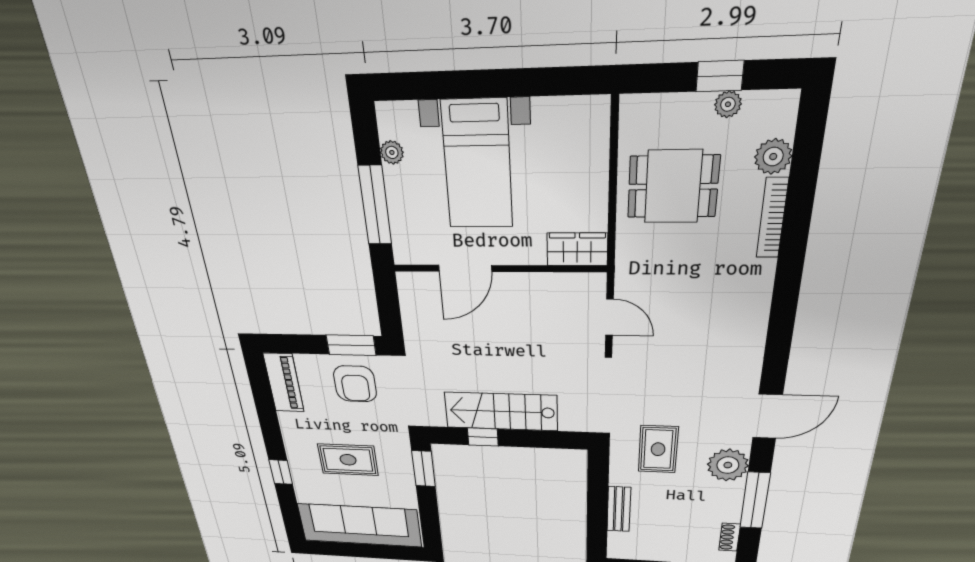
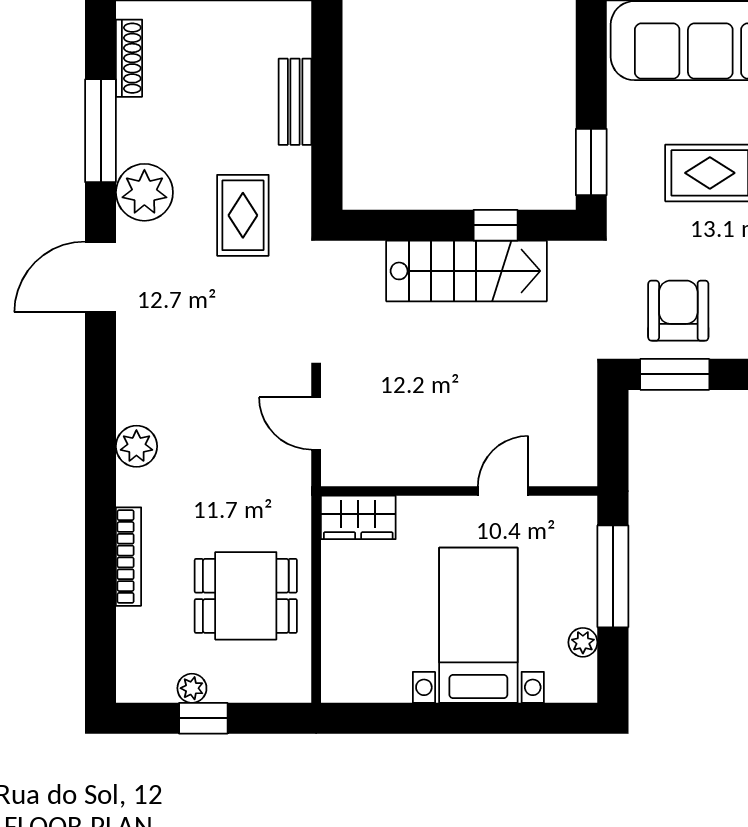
plant: (773, 157) -> (136, 446), moved
door: (465, 268) -> (503, 491), width x0.73
shoe rack: (730, 537) -> (129, 58), width x1.43

